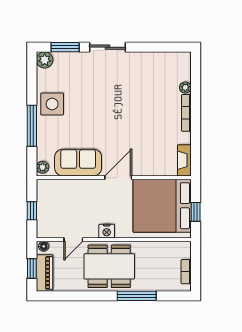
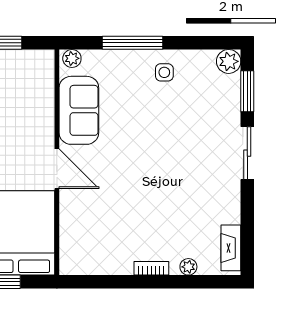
side table: (52, 104) -> (164, 72), width x0.54, depth x0.54
bookcase: (186, 113) -> (151, 268), width x0.64
fireplace: (184, 160) -> (231, 248), moved, turned -90

